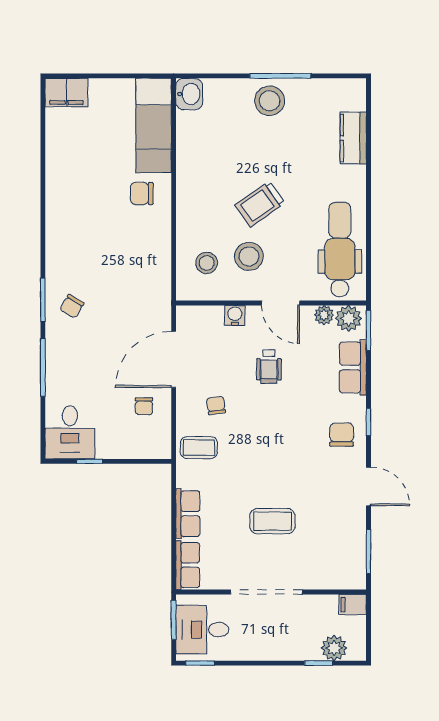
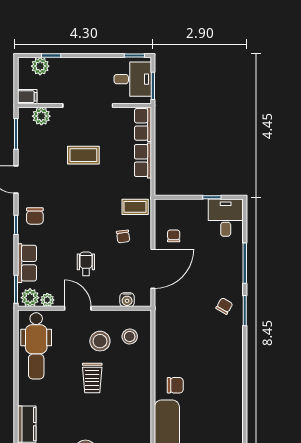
trolley: (260, 204) -> (92, 378), turned 125
water cooler: (235, 315) -> (127, 300), moved
plant: (332, 577) -> (41, 116), added

